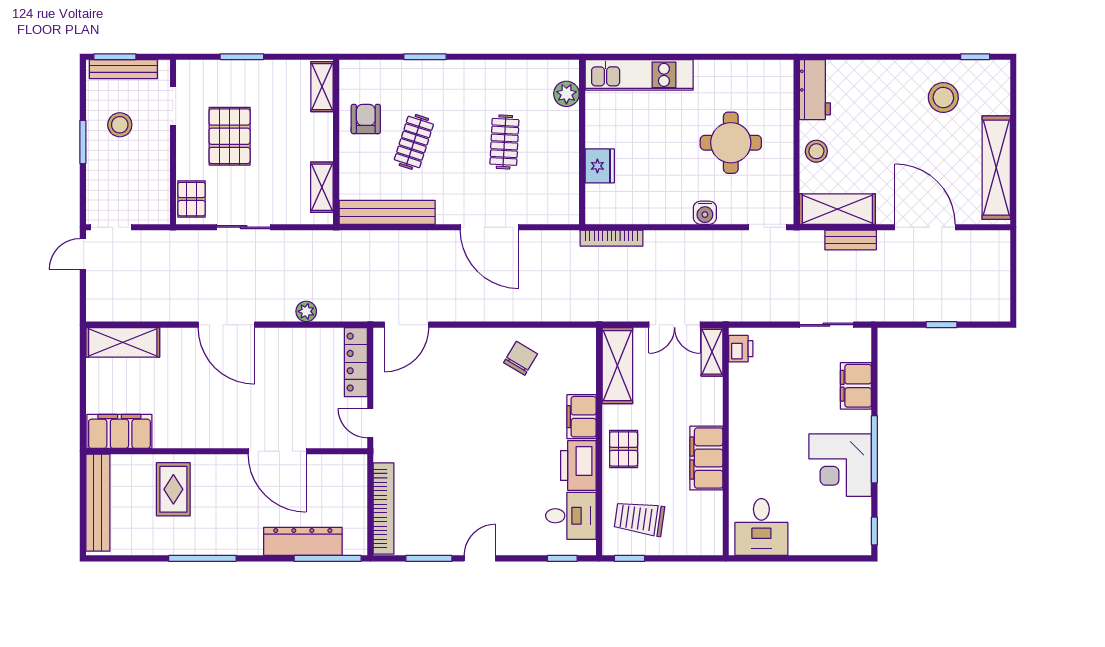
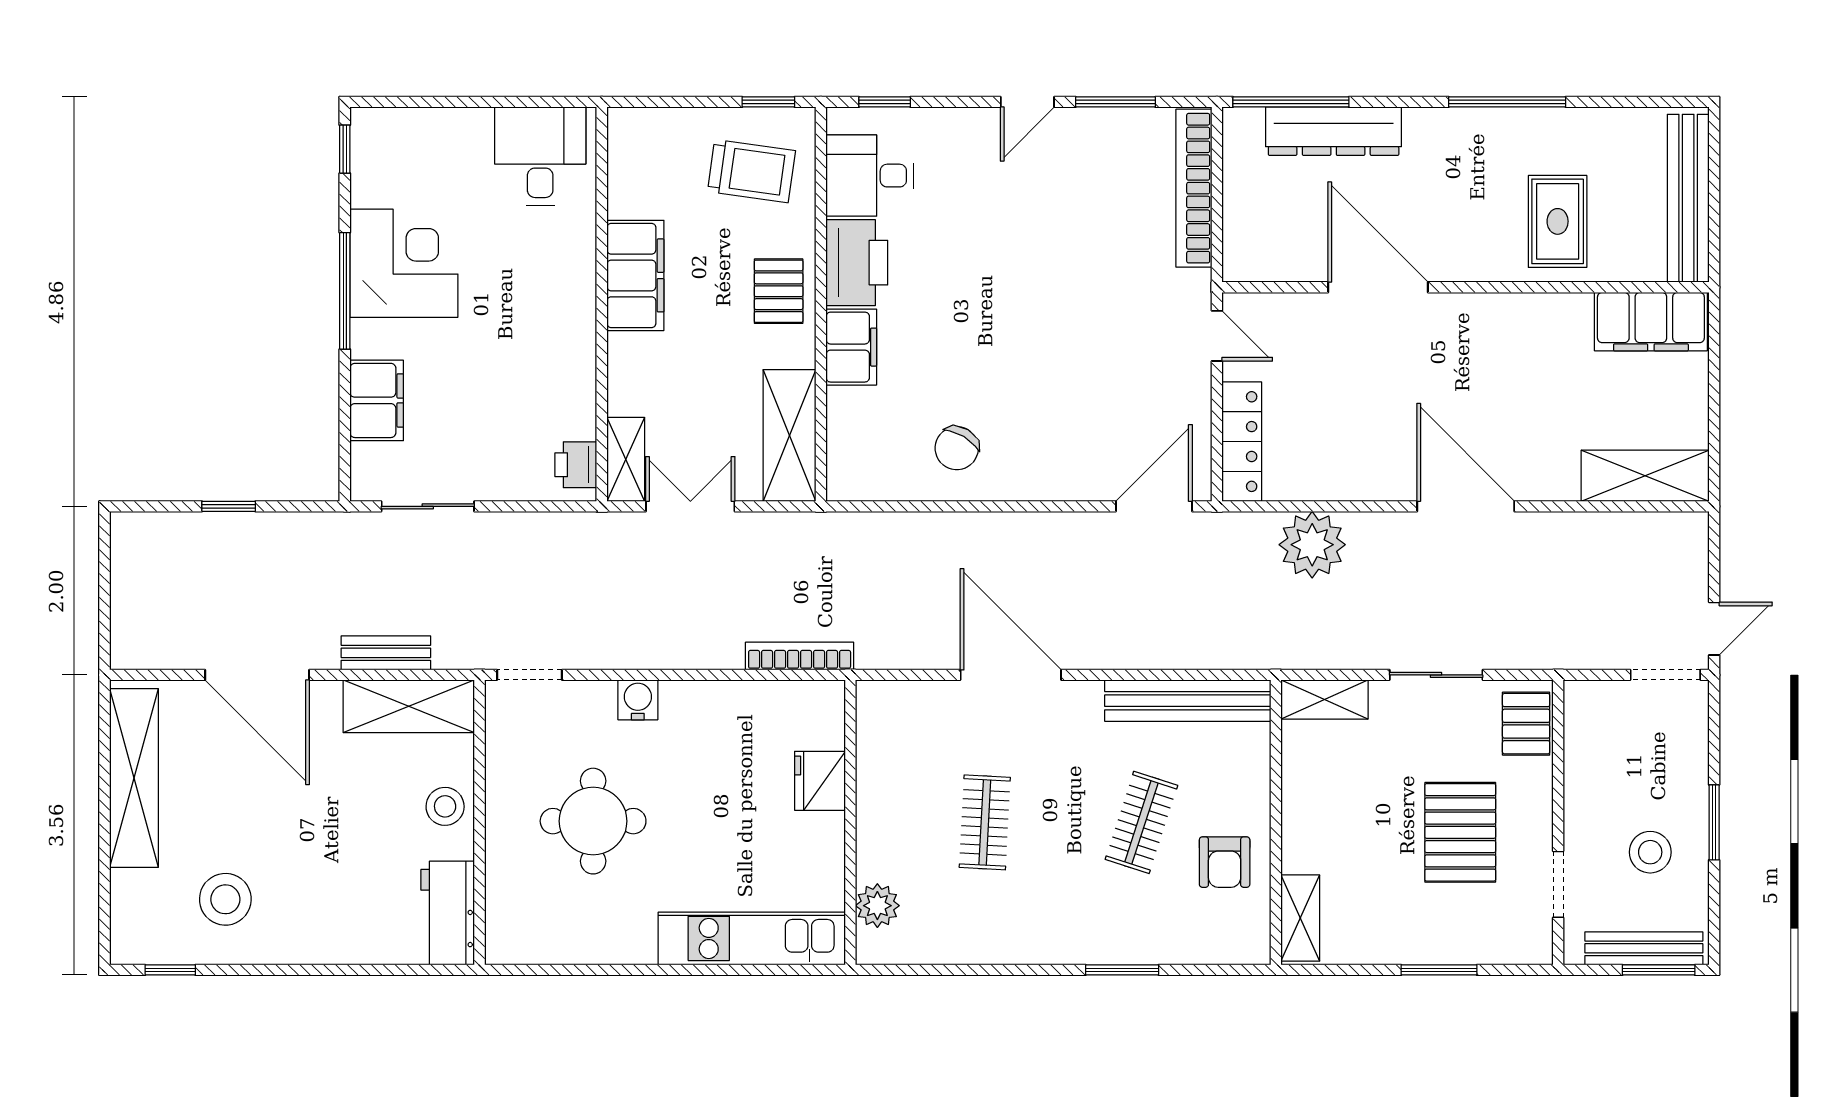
shelving: (322, 187) -> (1324, 700), moved, turned 90
plant: (306, 311) -> (1312, 545), width x1.88, depth x1.88

